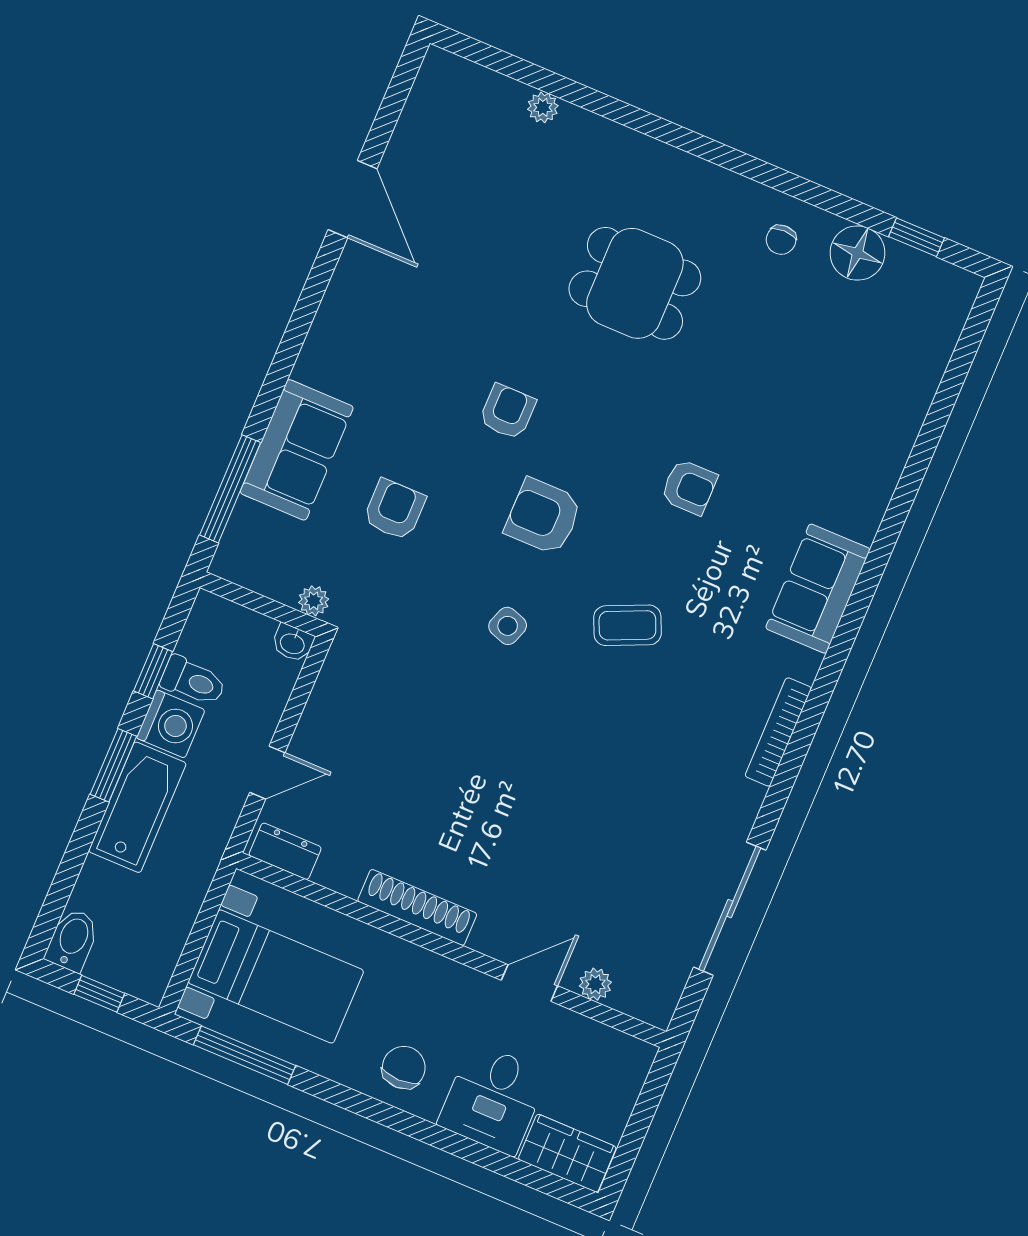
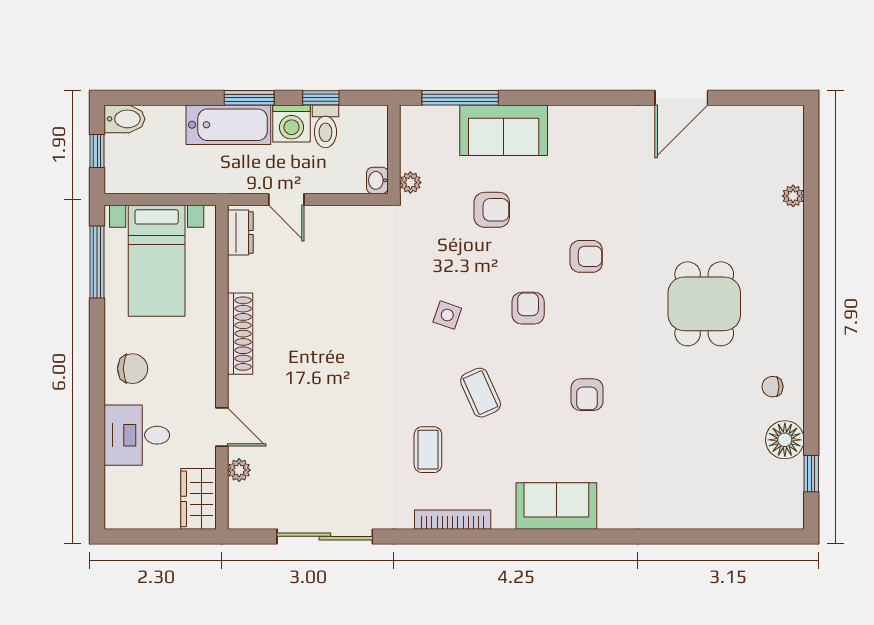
armchair: (543, 516) -> (528, 308), width x0.72, depth x0.72
coffee table: (673, 726) -> (428, 450), added
wardrobe: (567, 1153) -> (198, 499), moved, turned 180

